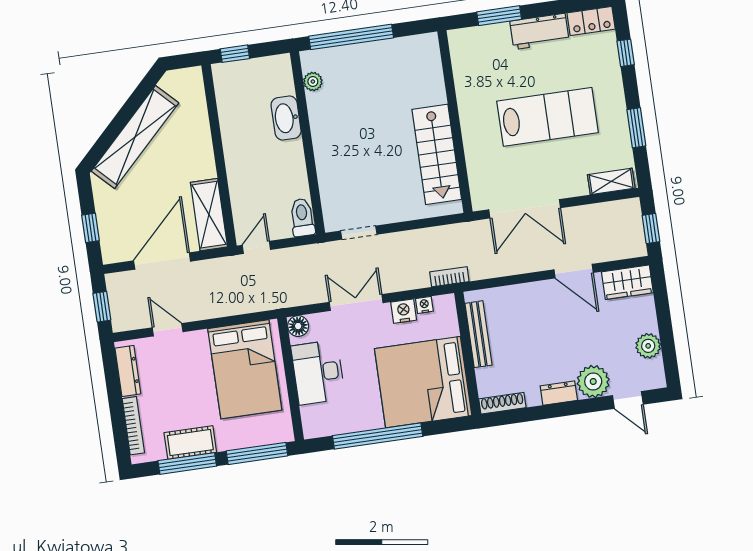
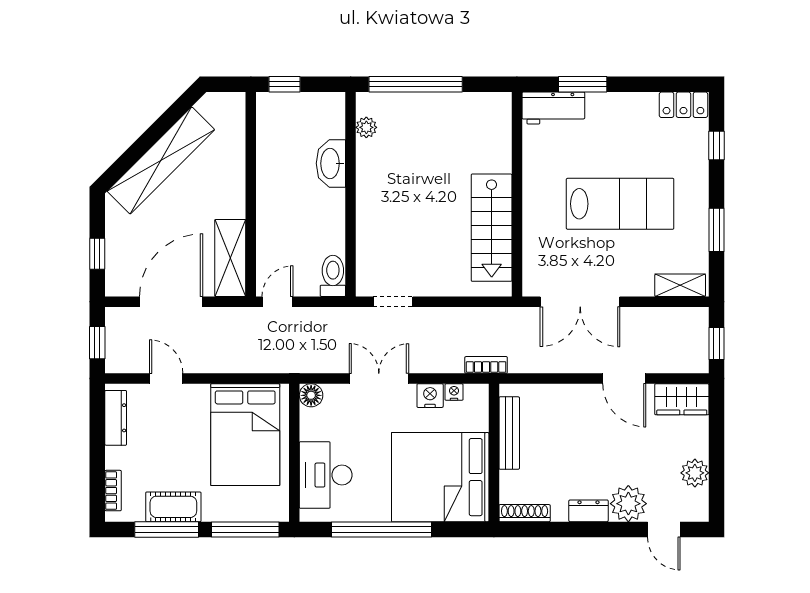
workbench: (539, 31) -> (553, 108), moved
desk: (318, 372) -> (326, 475), moved
bookcase: (133, 426) -> (113, 491), width x0.64

